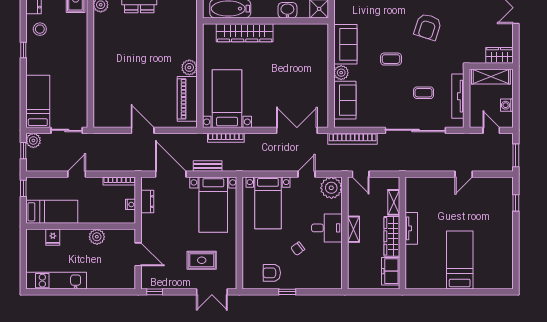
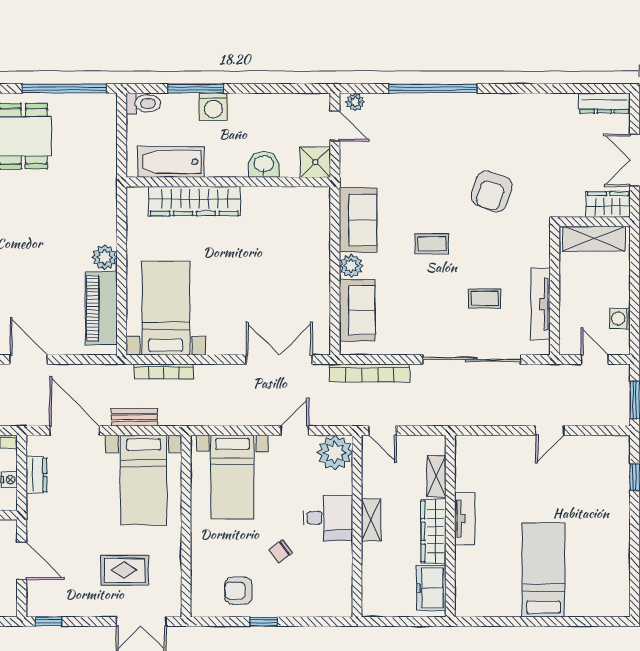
wardrobe: (499, 55) -> (608, 204), moved
wall: (491, 66) -> (595, 222), moved
shelving: (491, 77) -> (594, 239), moved

